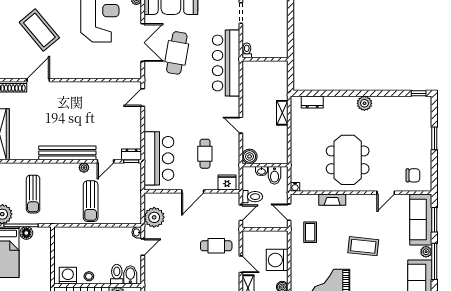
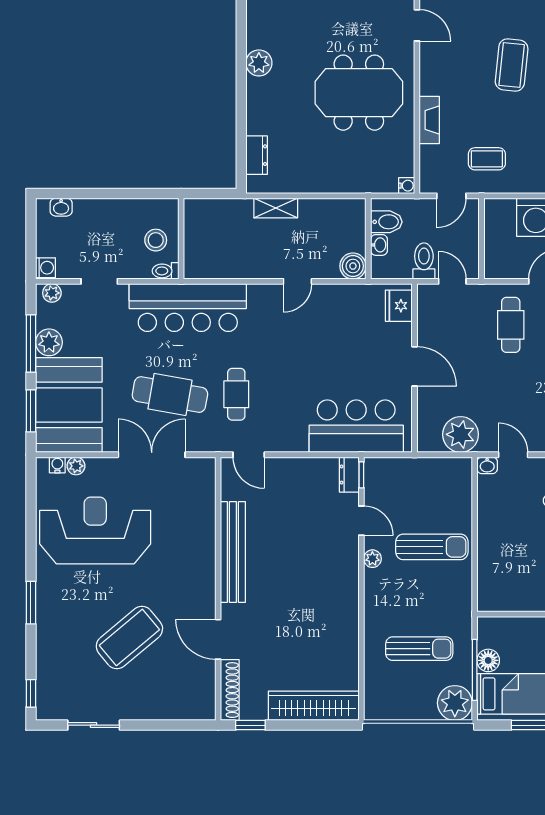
stool: (264, 45) -> (156, 240), added
bench: (67, 153) -> (233, 552), moved
cafe table: (205, 154) -> (236, 394), moved, turned 90

